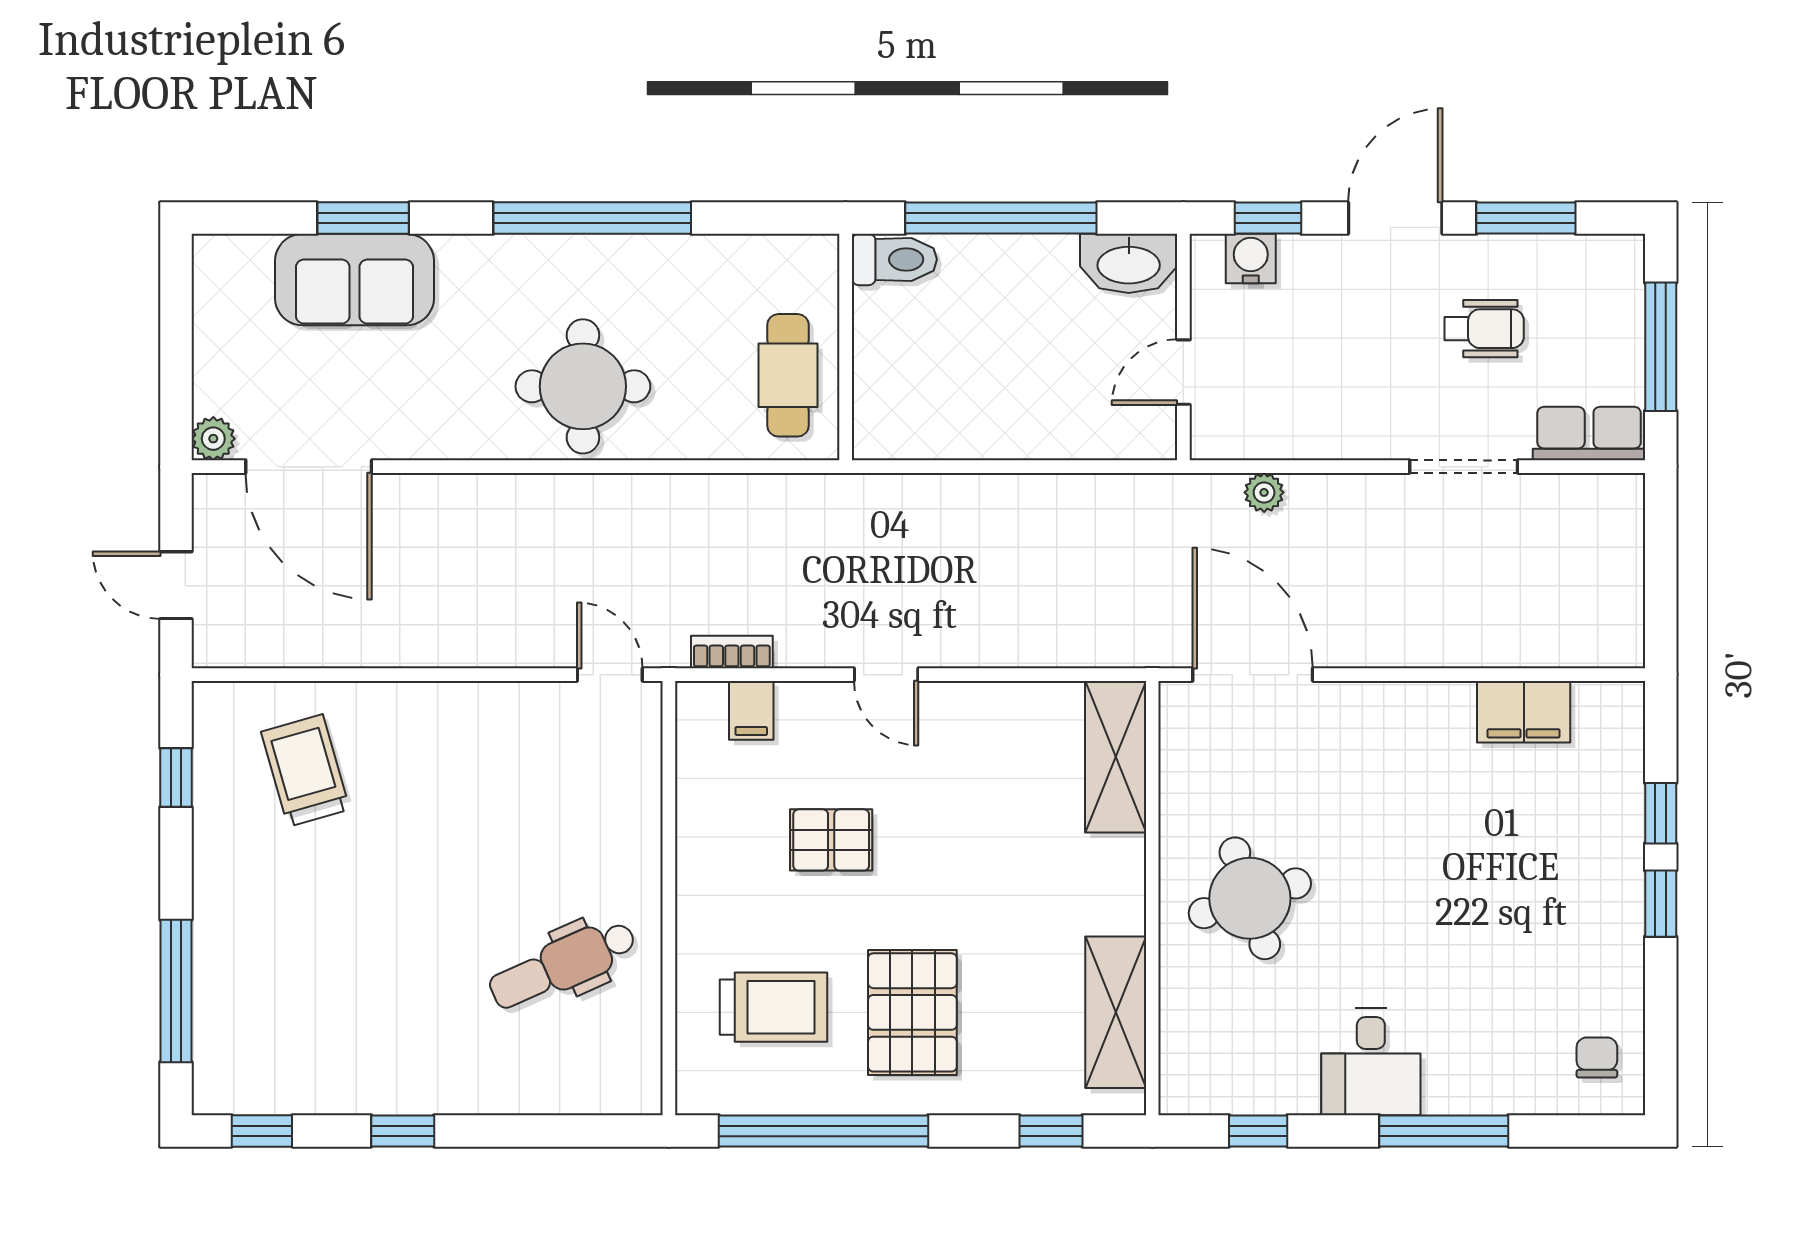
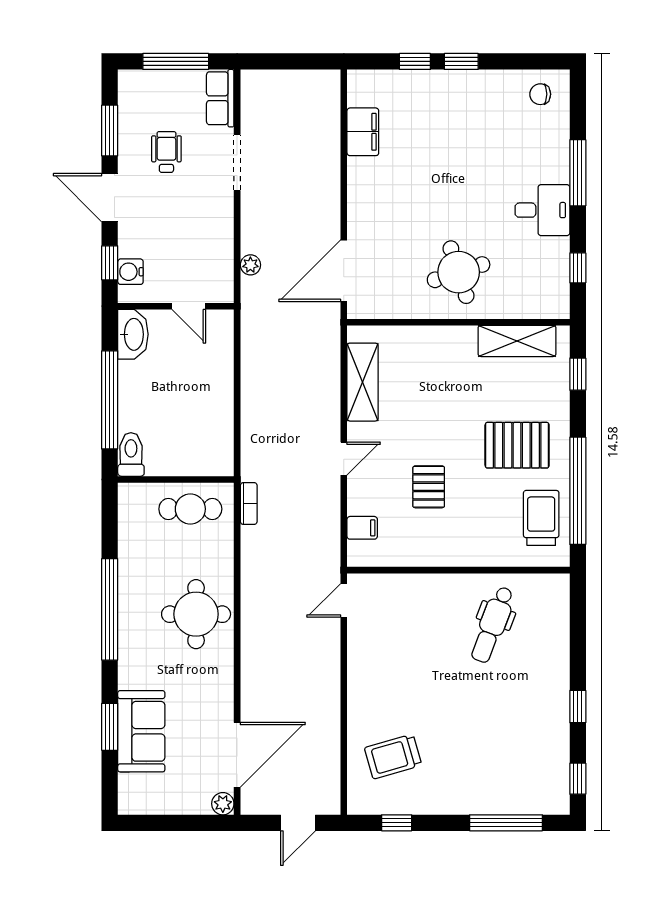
bookcase: (732, 652) -> (249, 503), moved, turned 180
shelving: (1116, 757) -> (363, 382), moved, turned 90
dental chair: (563, 965) -> (493, 625), turned 45
trolley: (773, 1007) -> (541, 518), moved

